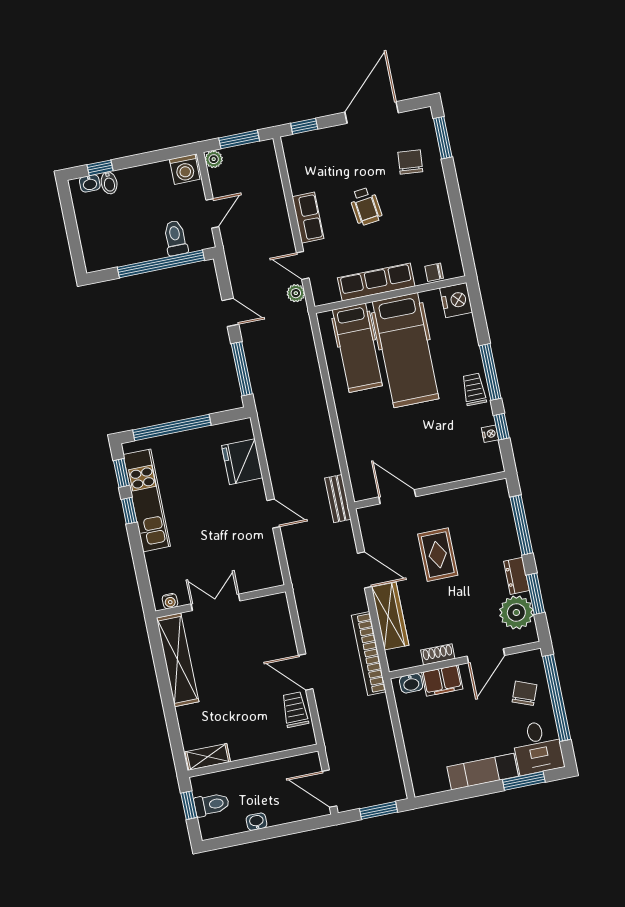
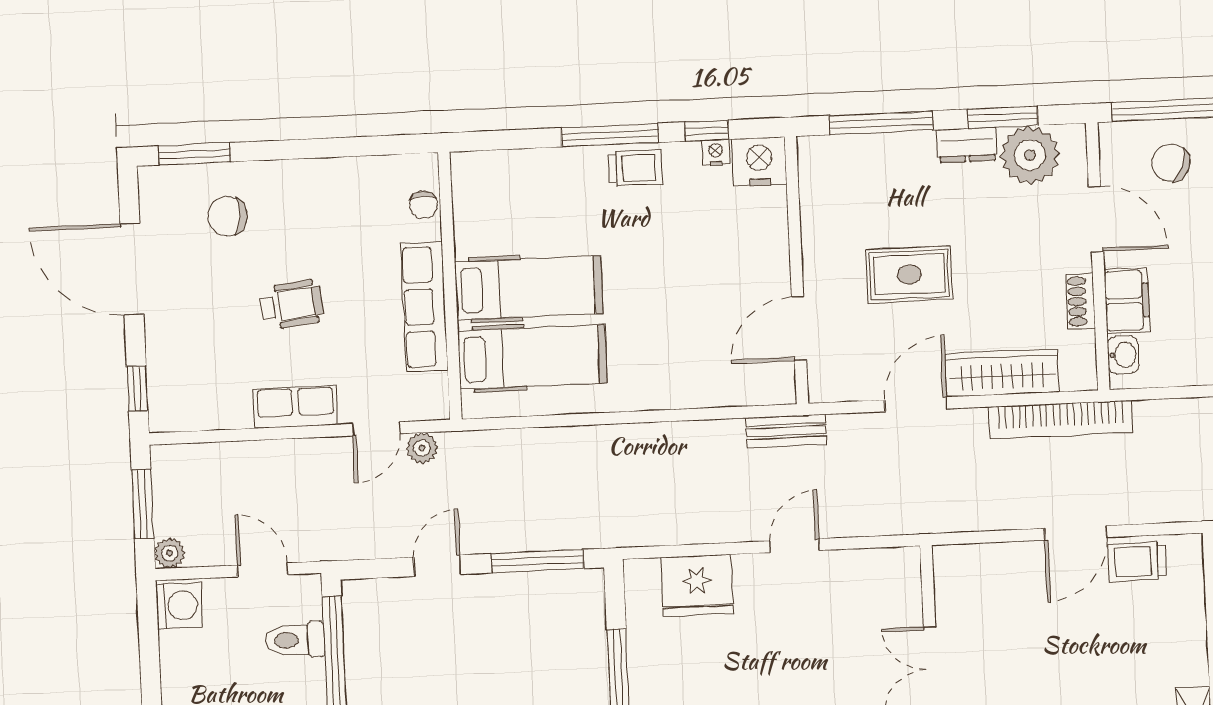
nightstand: (456, 300) -> (759, 162), moved
hospital bed: (406, 350) -> (529, 288), width x0.73, depth x0.78
trolley: (474, 389) -> (635, 168), turned 180

